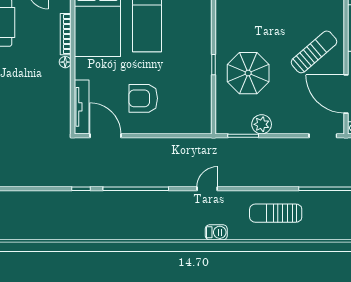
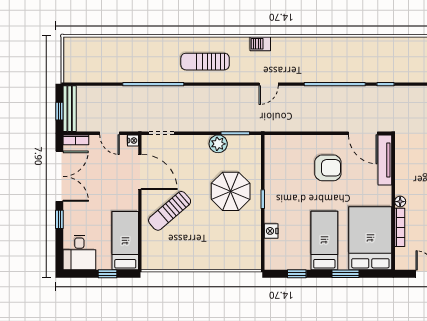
nightstand: (204, 30) -> (271, 231), added
sun lounger: (276, 213) -> (205, 62), turned 180

